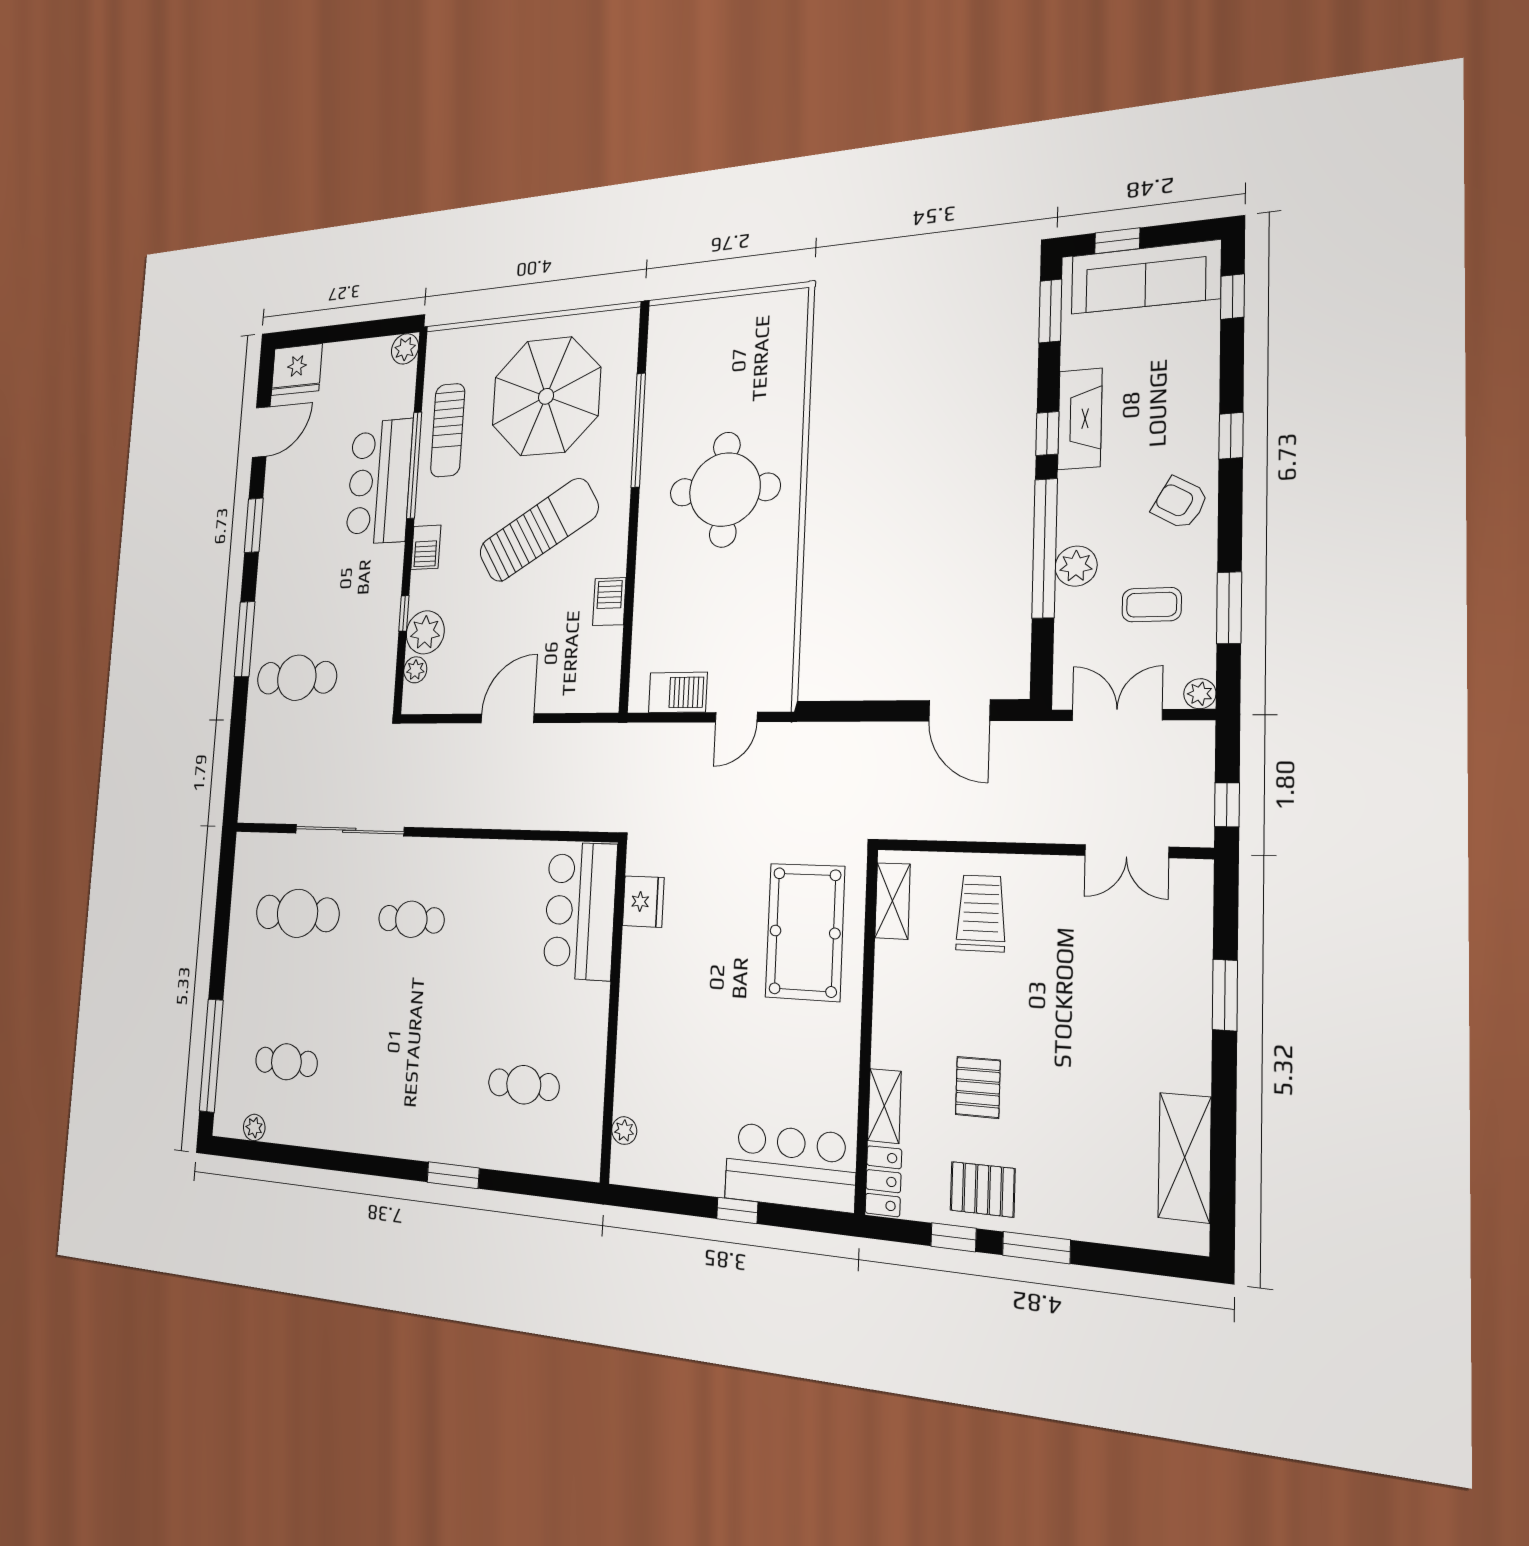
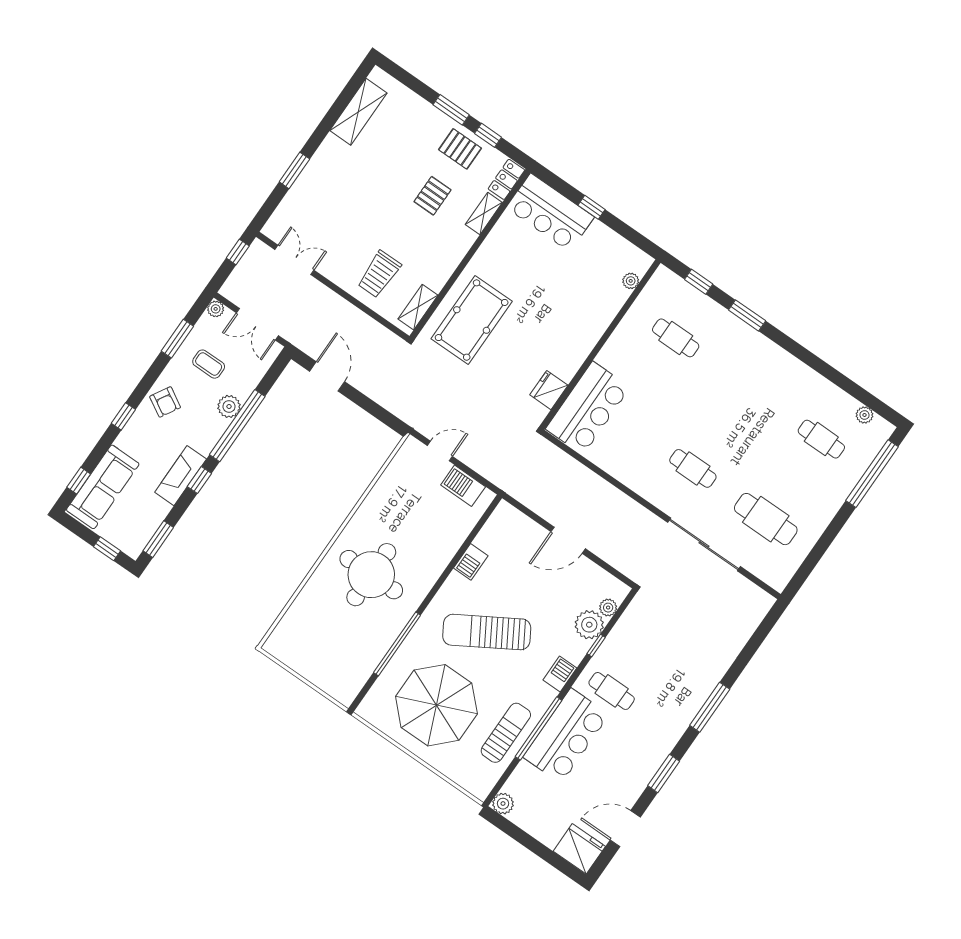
sofa: (1145, 277) -> (103, 487), moved, turned 90
cafe table: (297, 678) -> (612, 691), moved, width x0.73, depth x0.74
window: (537, 1186) -> (699, 282), added

